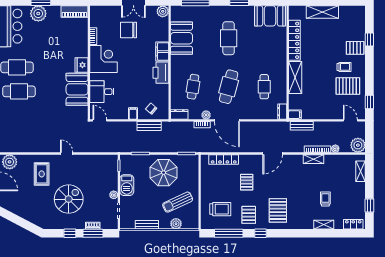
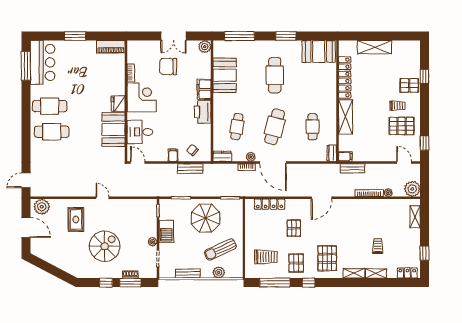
plant: (38, 13) -> (72, 49), removed
shelving: (314, 159) -> (354, 273), moved

